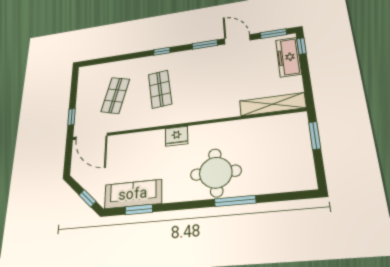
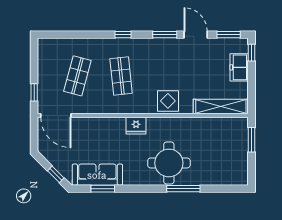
freezer: (289, 57) -> (239, 67), width x0.71
display table: (211, 106) -> (168, 101), added

